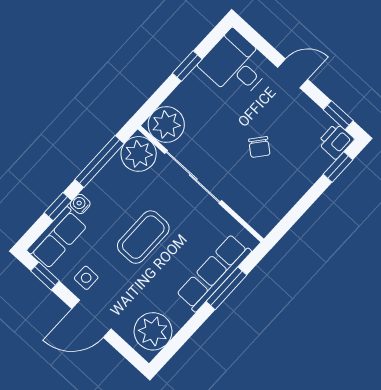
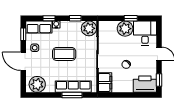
plant: (166, 125) -> (125, 29), moved
printer: (336, 141) -> (145, 84), width x1.87, depth x1.48
window: (100, 161) -> (75, 18), width x0.46
window: (338, 167) -> (143, 95), removed
filing cabinet: (257, 212) -> (105, 83), added

